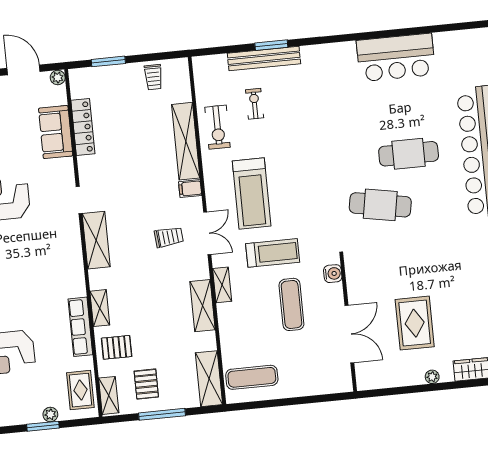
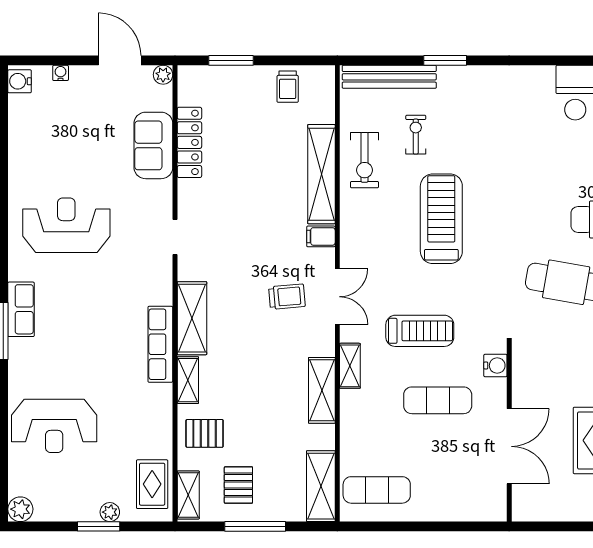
bench: (264, 59) -> (389, 77), moved
treadmill: (252, 193) -> (441, 219), moved, turned 180
shelving: (96, 240) -> (192, 318), moved
exercise mat: (291, 304) -> (438, 400), turned 90
row of seats: (80, 327) -> (160, 344), moved

